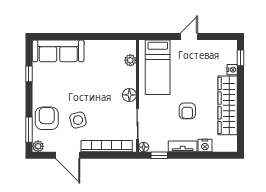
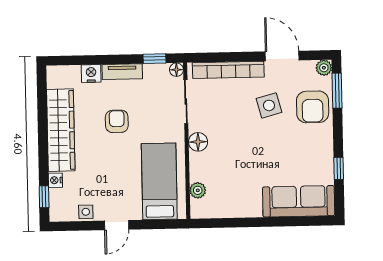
side table: (211, 47) -> (86, 212), added

